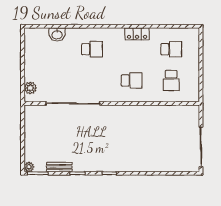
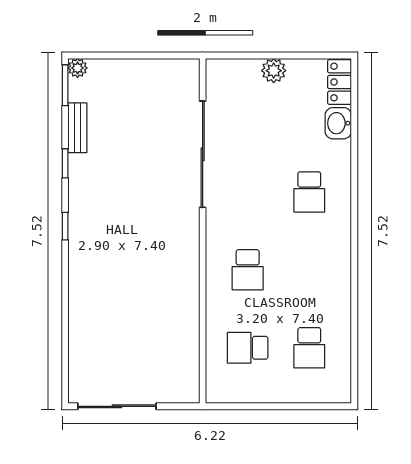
locker: (137, 34) -> (340, 82), moved
plant: (30, 88) -> (274, 71), moved

